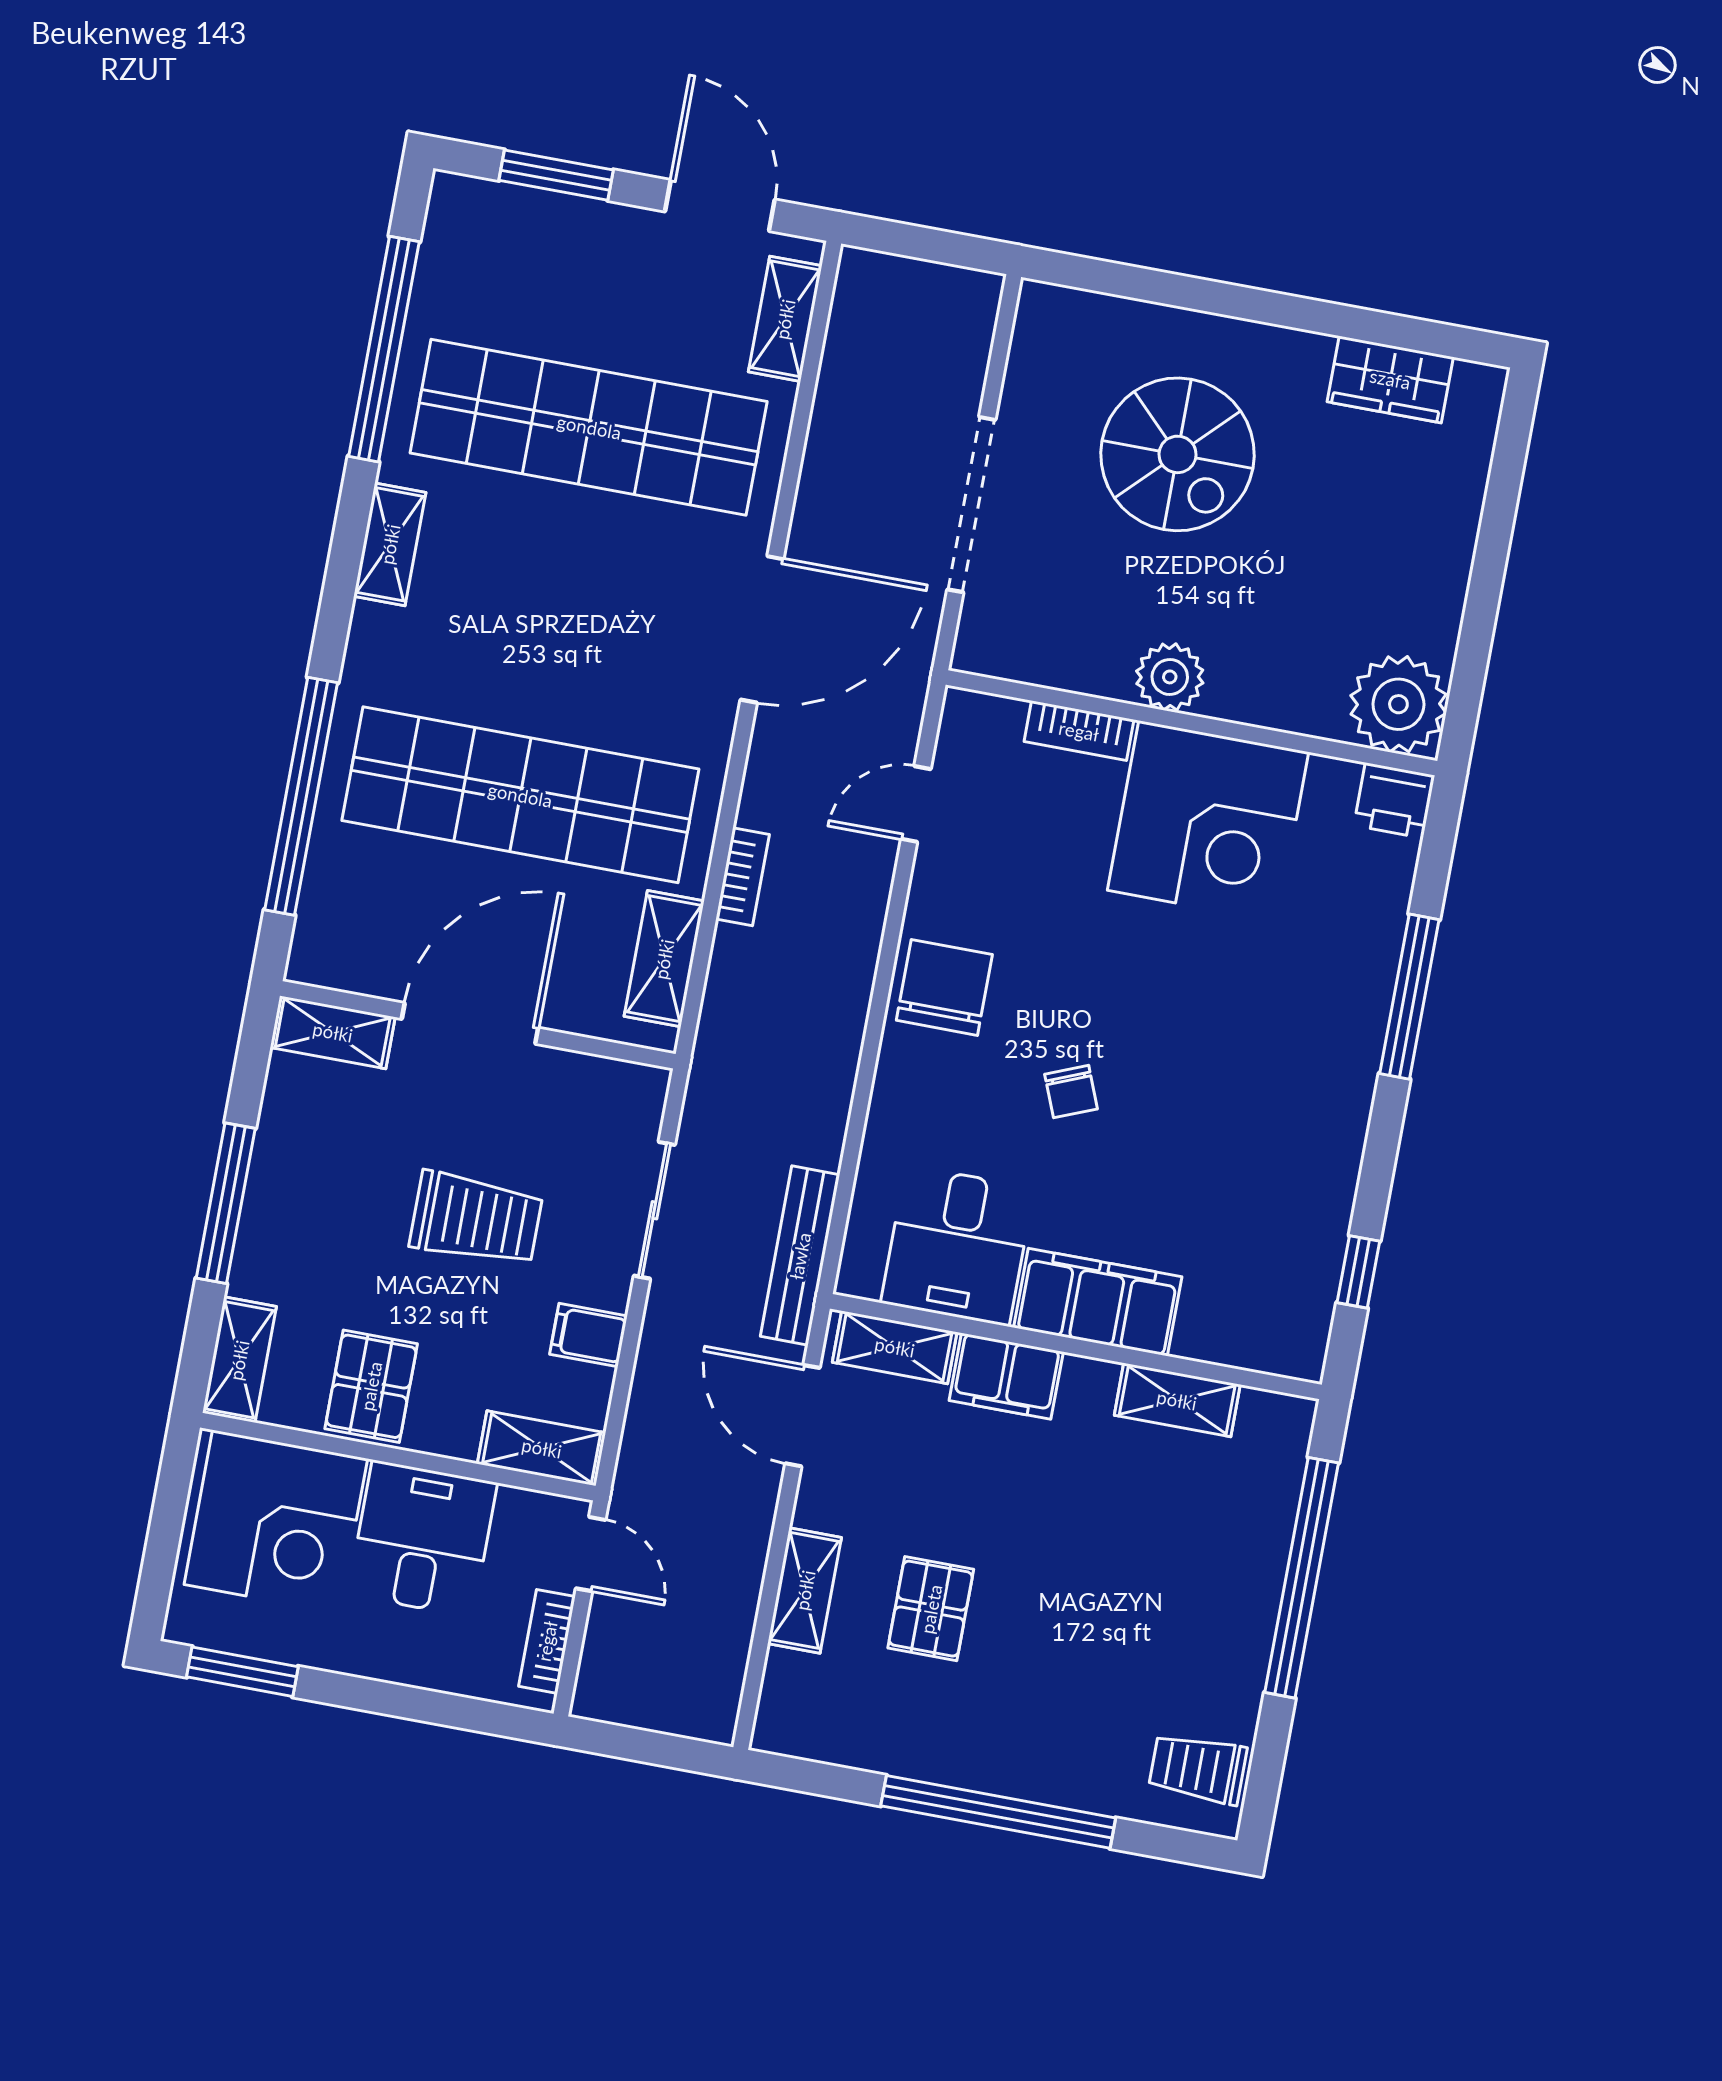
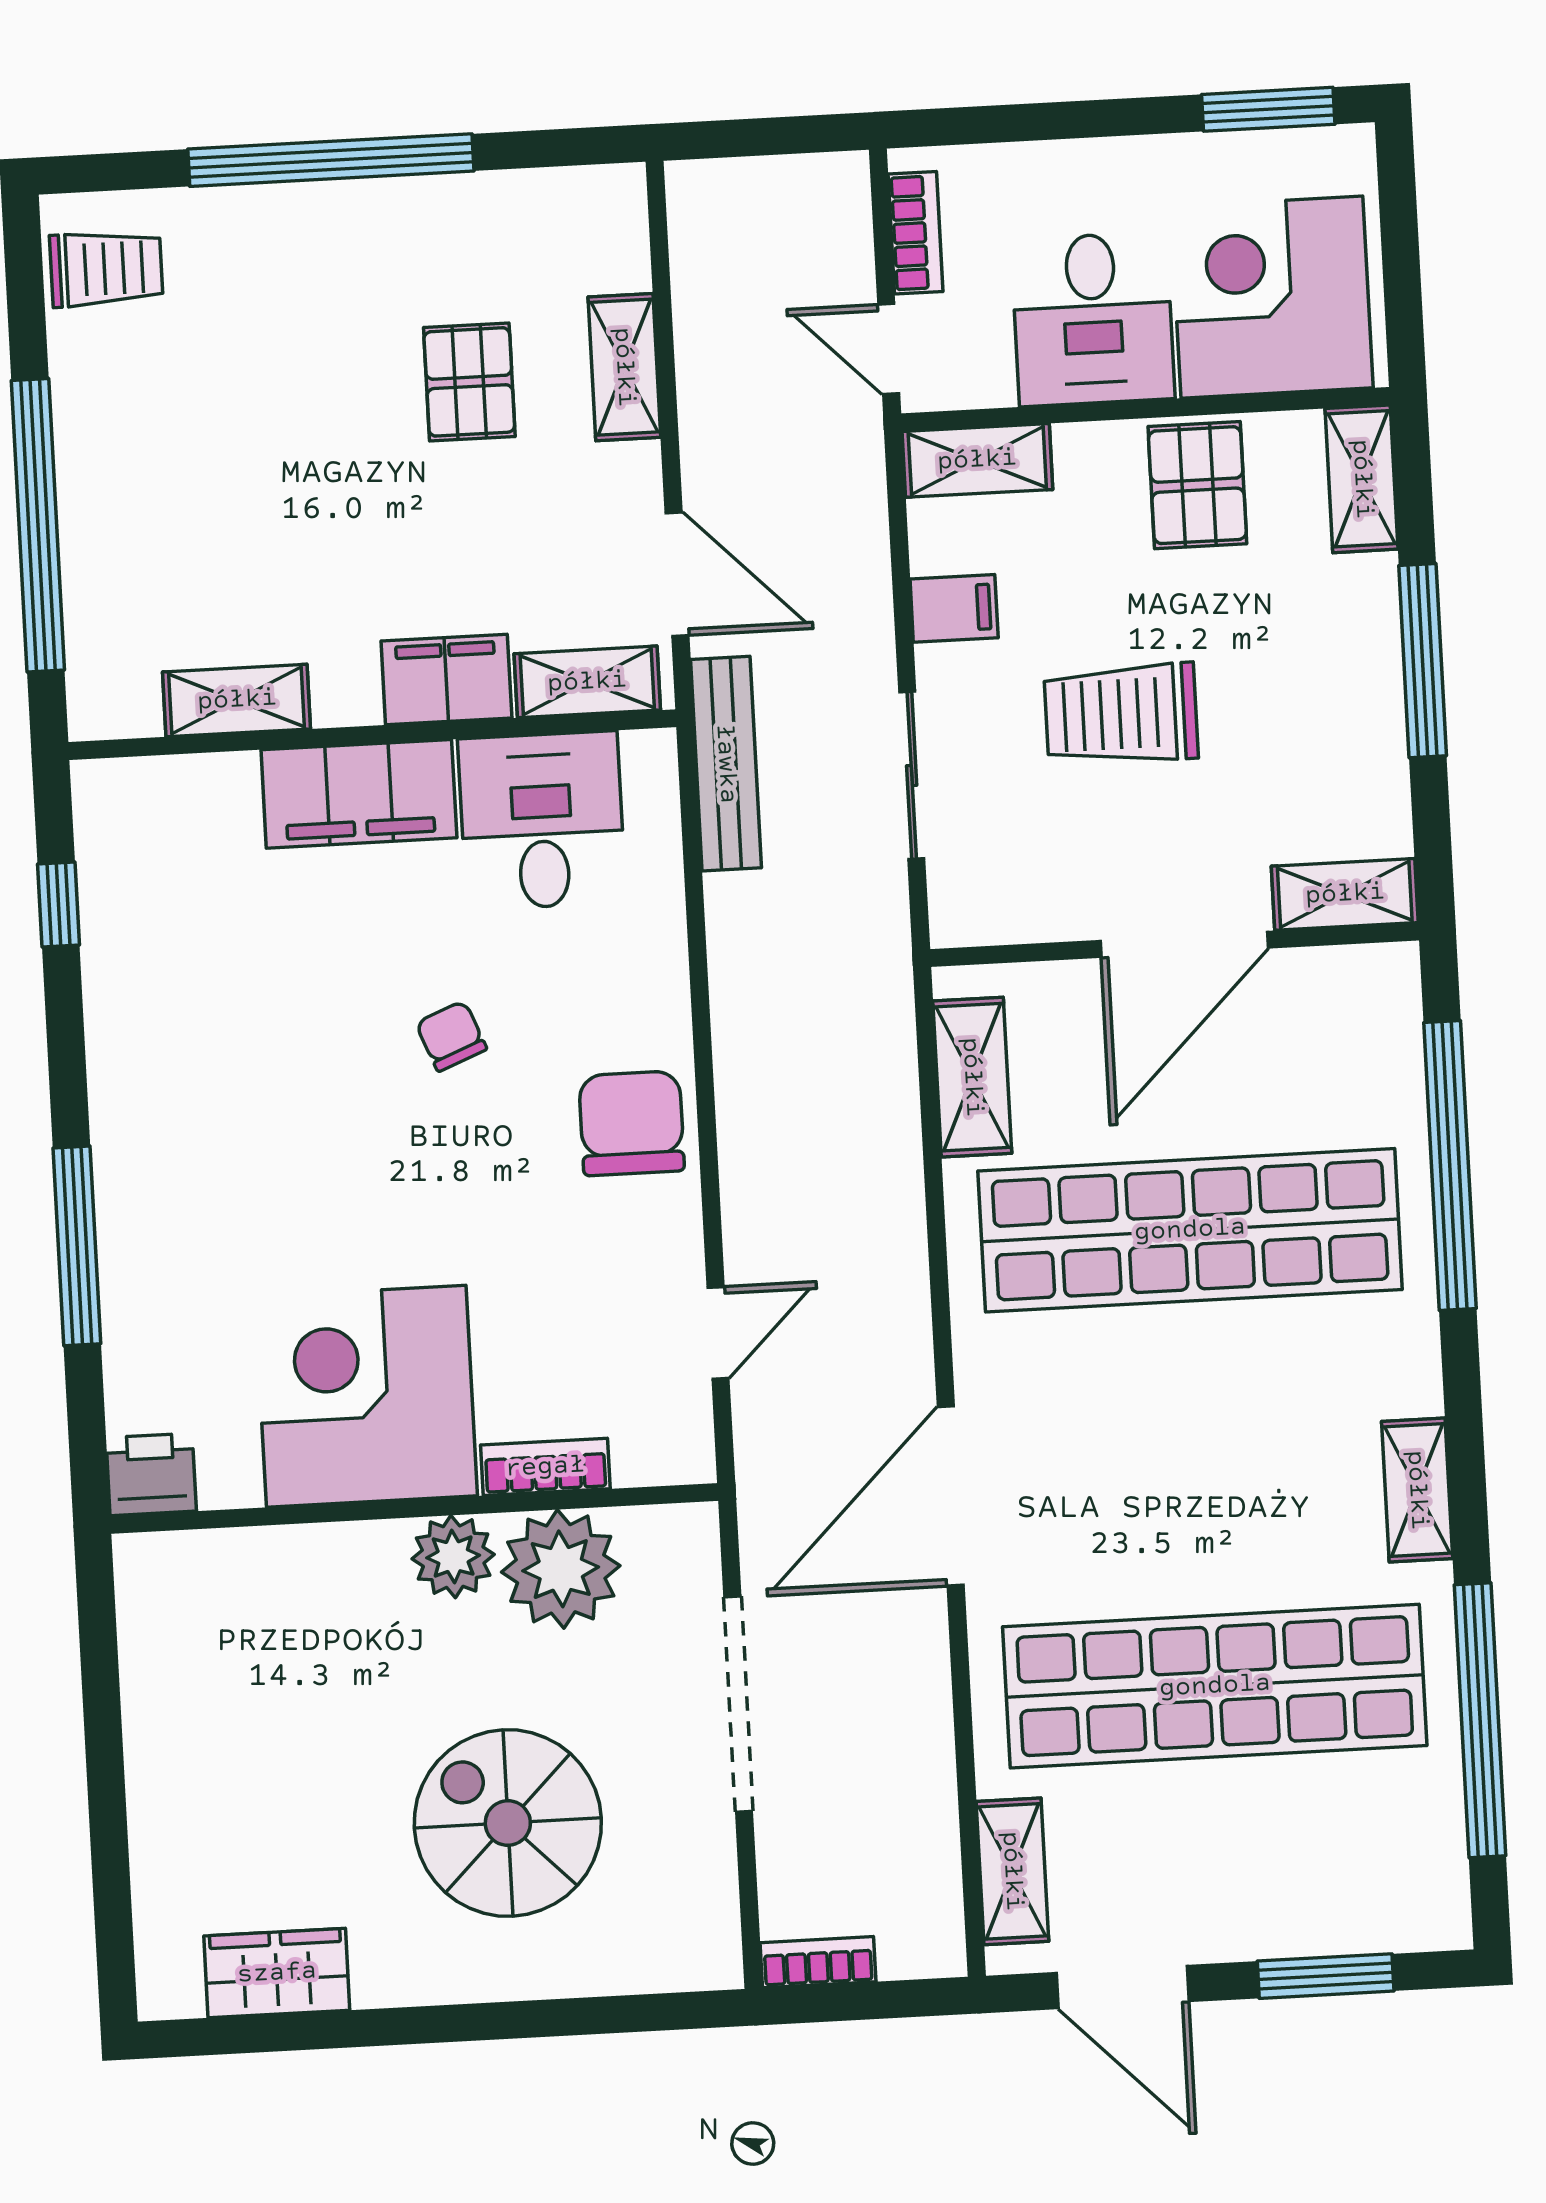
plant: (1398, 704) -> (561, 1569), moved
bookcase: (743, 877) -> (818, 1962), moved, turned 90
chair: (944, 987) -> (632, 1123), turned 180

